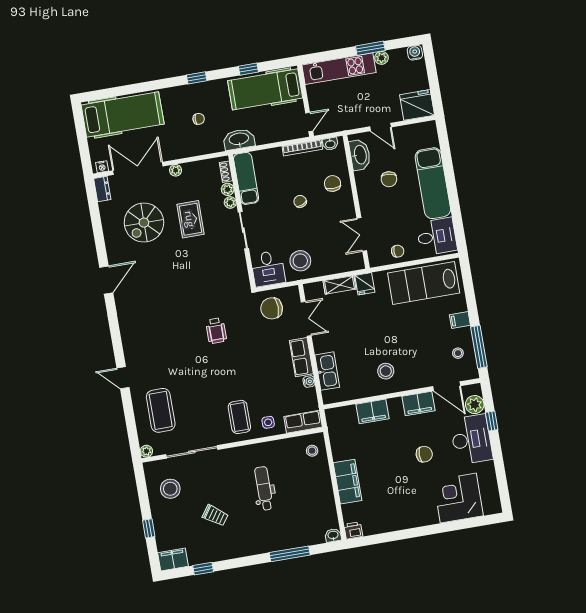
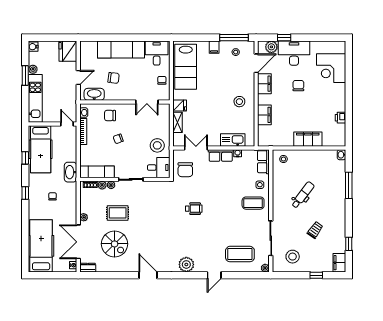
plant: (132, 334) -> (186, 264), added
dental chair: (264, 488) -> (303, 195), turned 127
printer: (353, 530) -> (341, 118), moved

